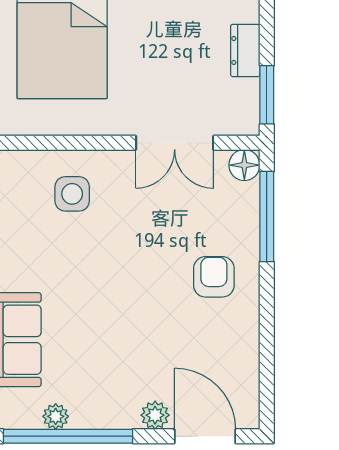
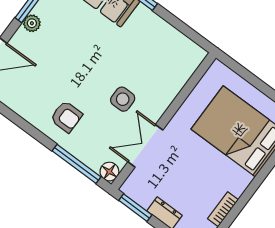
side table: (72, 194) -> (123, 99), moved
plant: (155, 415) -> (32, 23), moved

